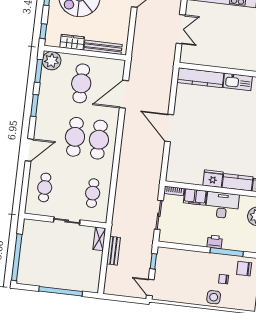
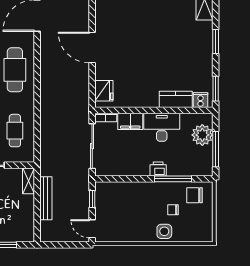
fridge: (213, 179) -> (104, 91), moved, turned 90
sliding door: (159, 215) -> (92, 146), width x1.37
bench: (114, 251) -> (46, 198), width x1.36

